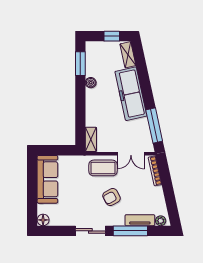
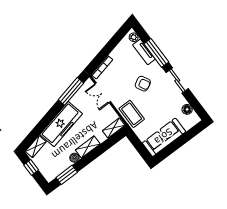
shelving: (91, 102) -> (88, 147), added
double door: (131, 154) -> (103, 93), swing flipped
coffee table: (103, 168) -> (132, 114), moved
floor lamp: (43, 220) -> (187, 109), moved

